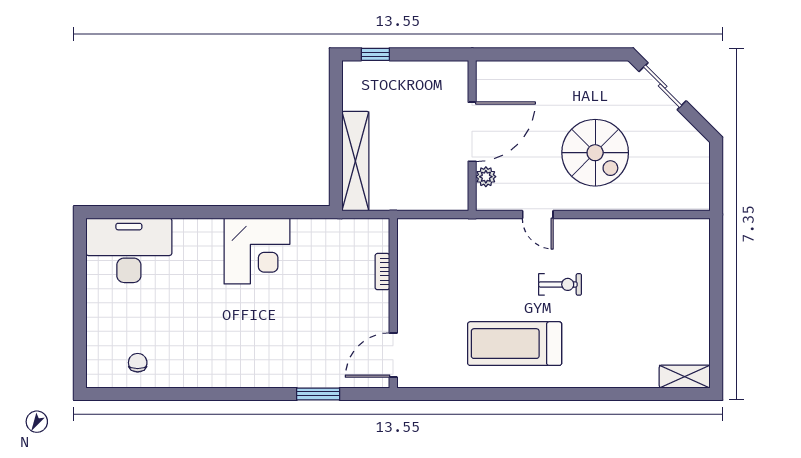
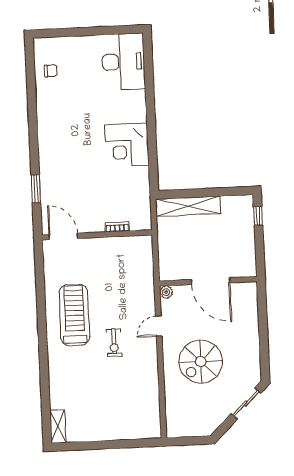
plant: (486, 177) -> (166, 292), moved

